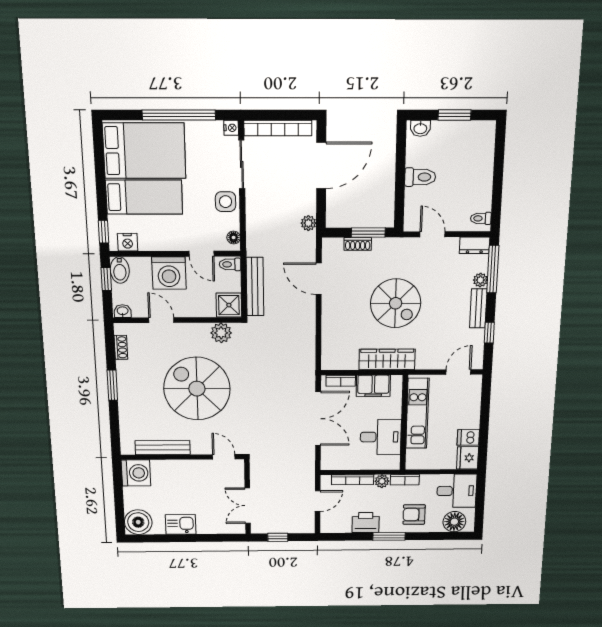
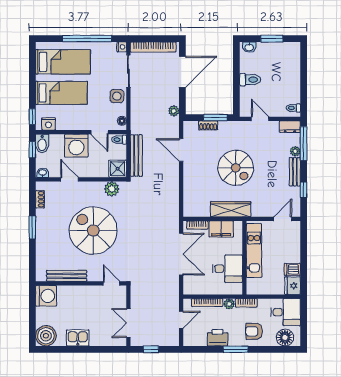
bed: (144, 151) -> (63, 62), width x0.67

